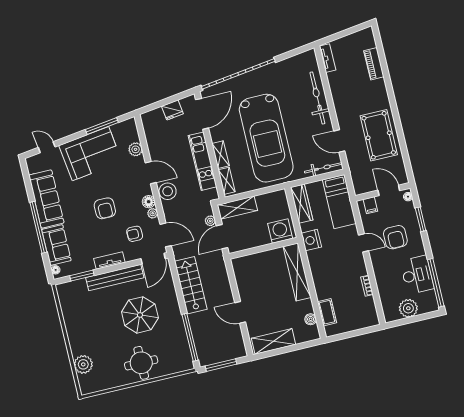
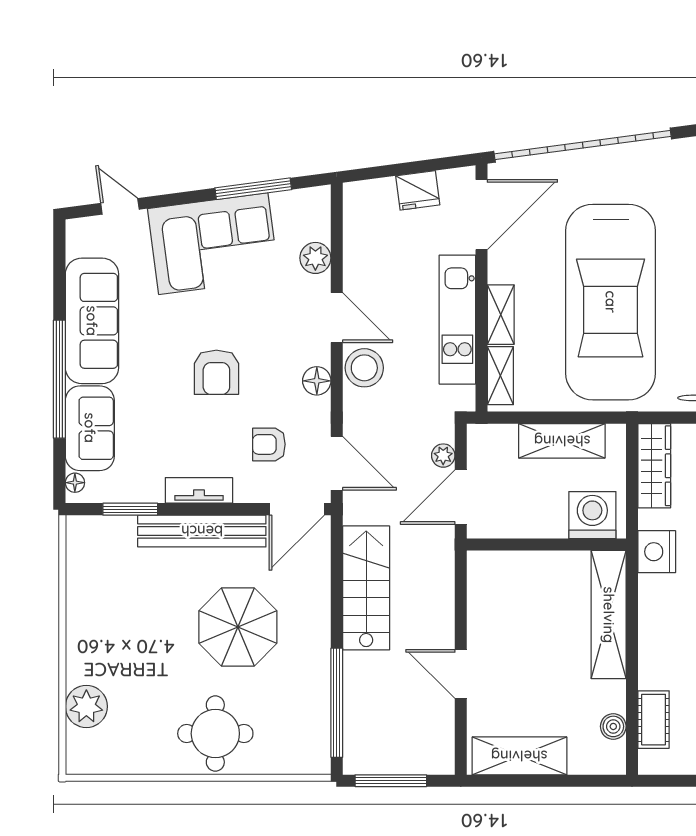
shelving: (237, 208) -> (562, 441), moved
plant: (153, 213) -> (320, 409), removed

